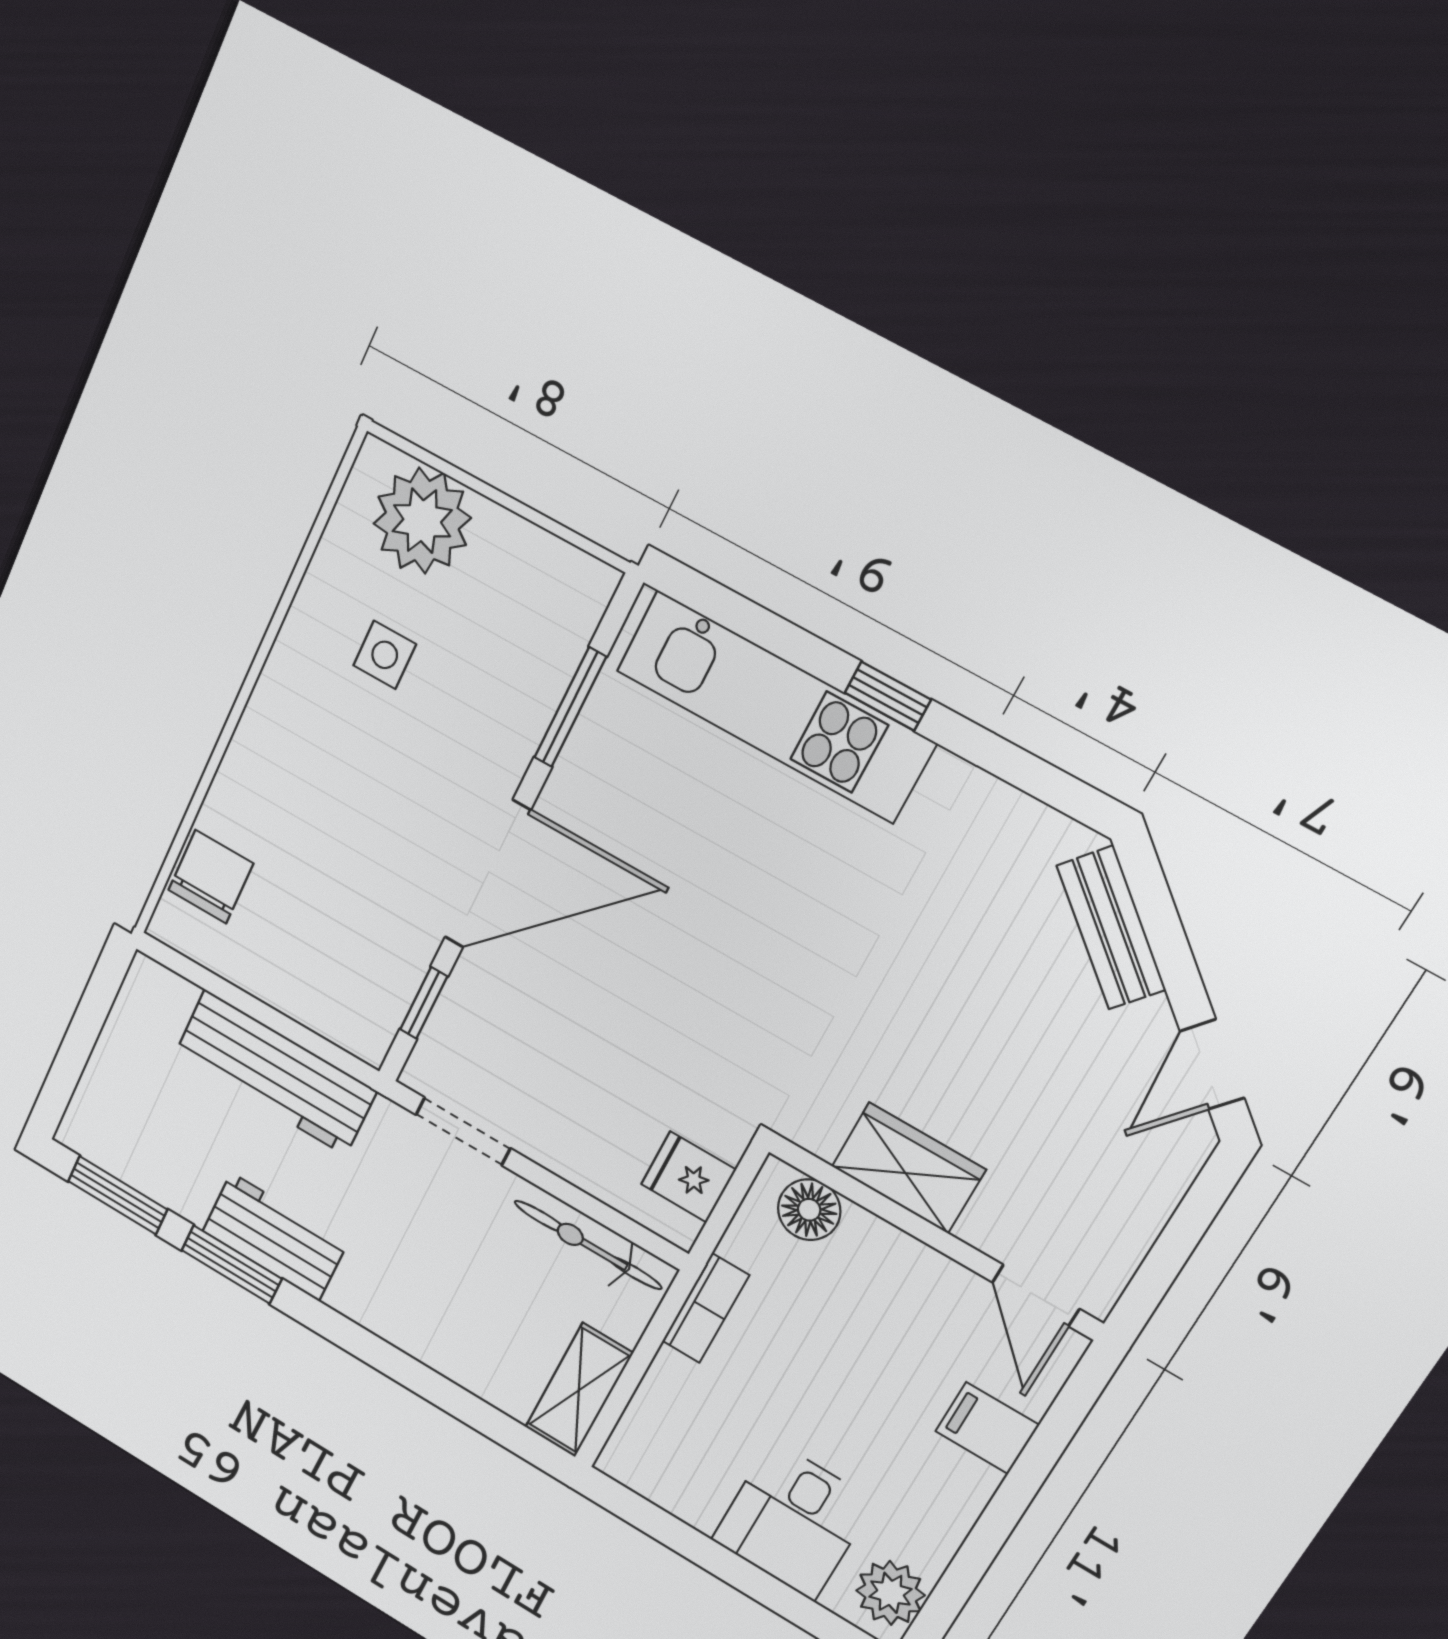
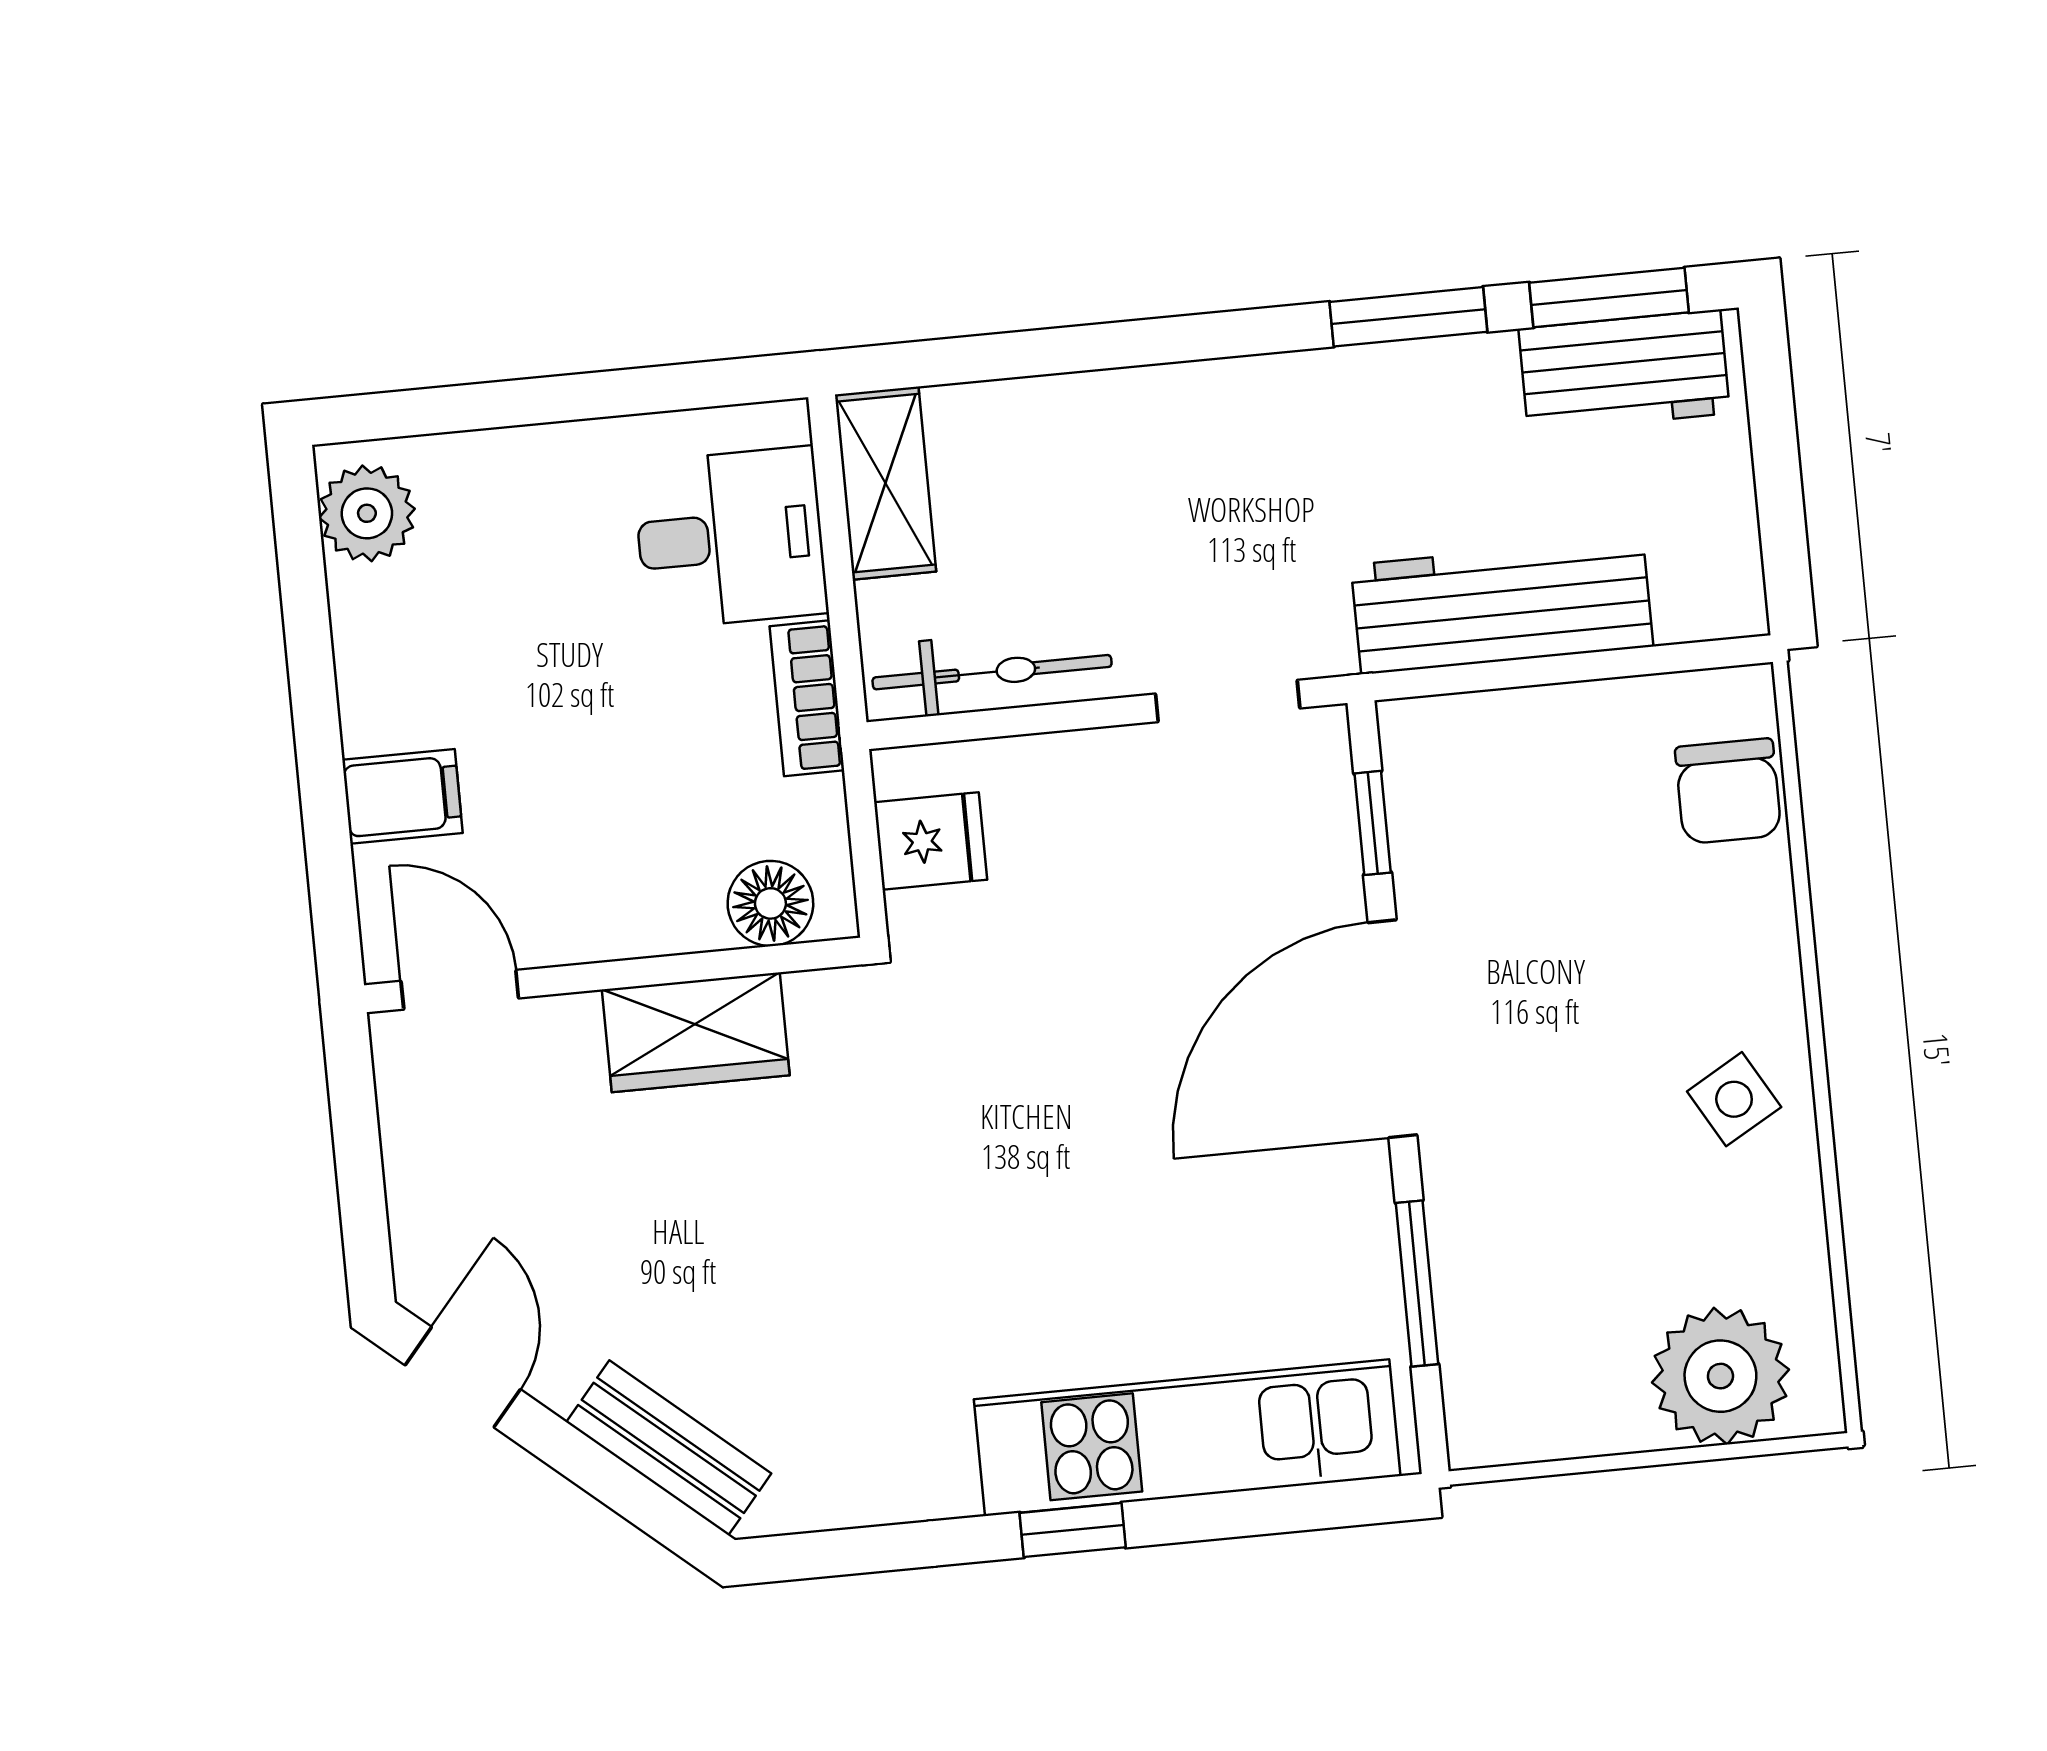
side table: (385, 655) -> (1734, 1099), moved, turned -30
workbench: (275, 1237) -> (1624, 371), moved
desk: (793, 1521) -> (730, 538), moved, turned 90

